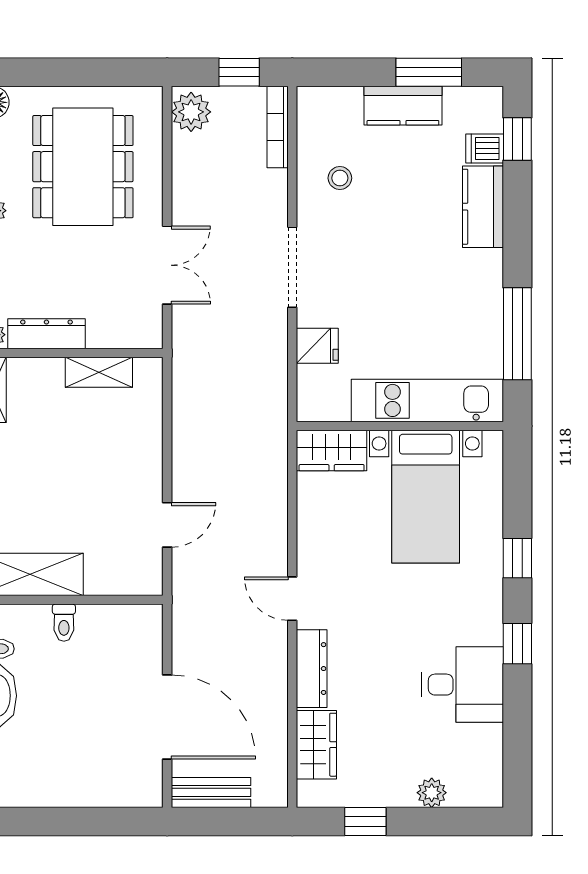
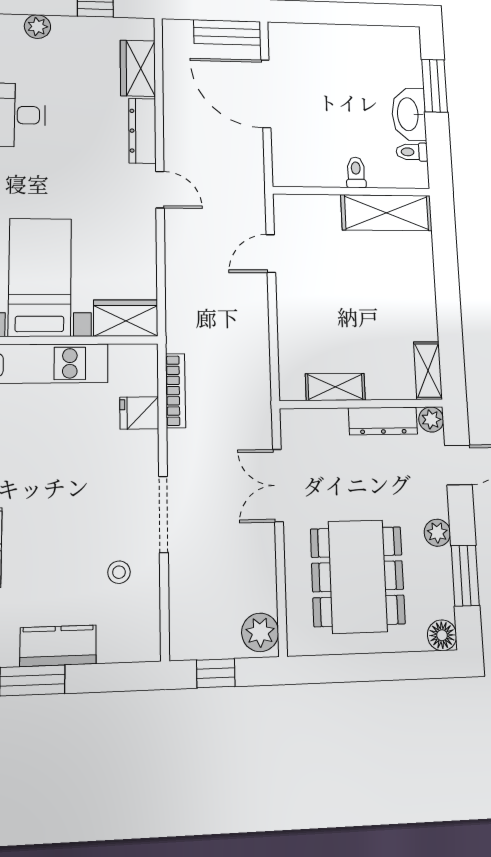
bookcase: (278, 127) -> (175, 391), moved
doorway: (292, 267) -> (163, 514), moved

